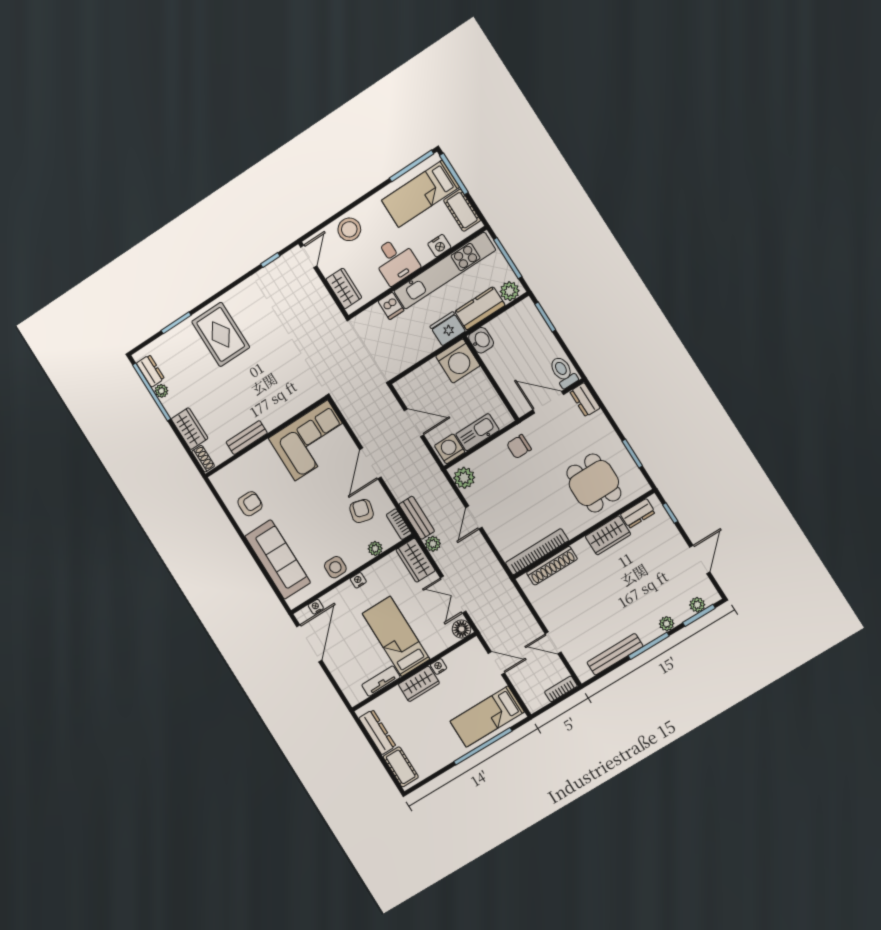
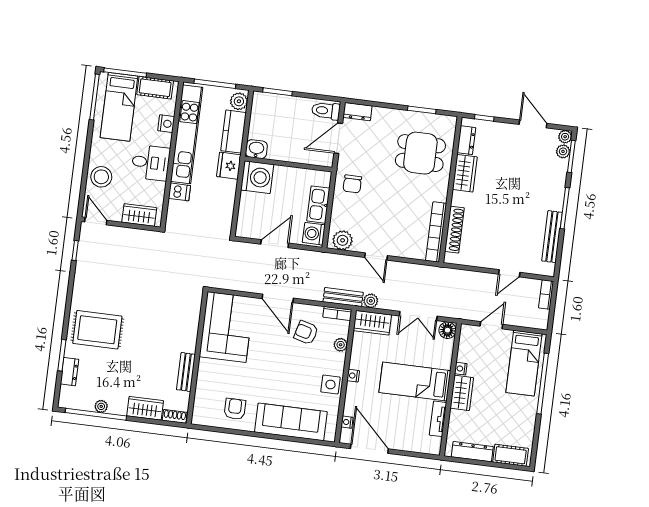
dresser: (150, 371) -> (70, 372), moved, turned 90
plant: (667, 624) -> (565, 137), moved

